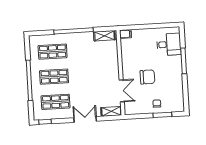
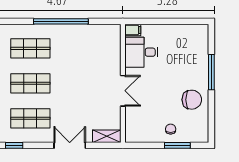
shelving: (104, 36) -> (104, 31), removed
desk: (169, 44) -> (141, 52), moved, turned 180
chair: (147, 77) -> (192, 100), moved
double door: (122, 91) -> (123, 91), moved

